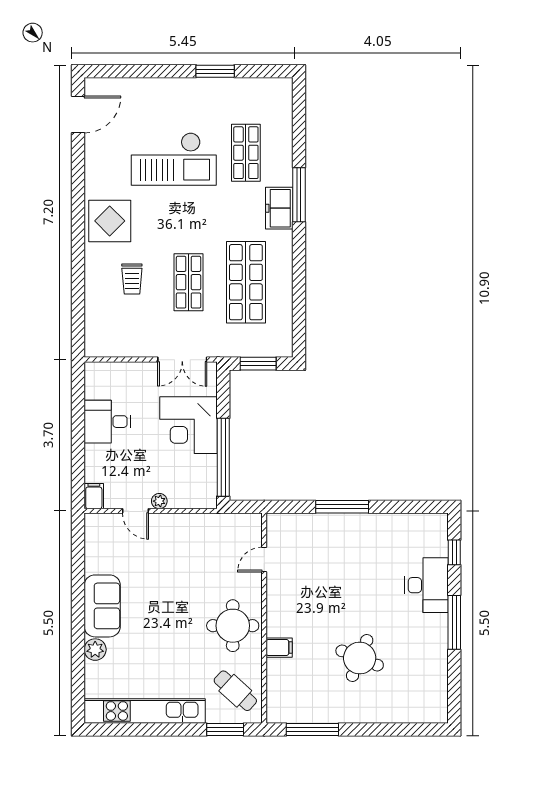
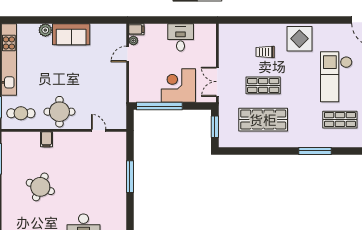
freezer: (279, 208) -> (307, 139), removed
plant: (159, 501) -> (133, 41), moved
cafe table: (235, 691) -> (21, 113), turned 48

